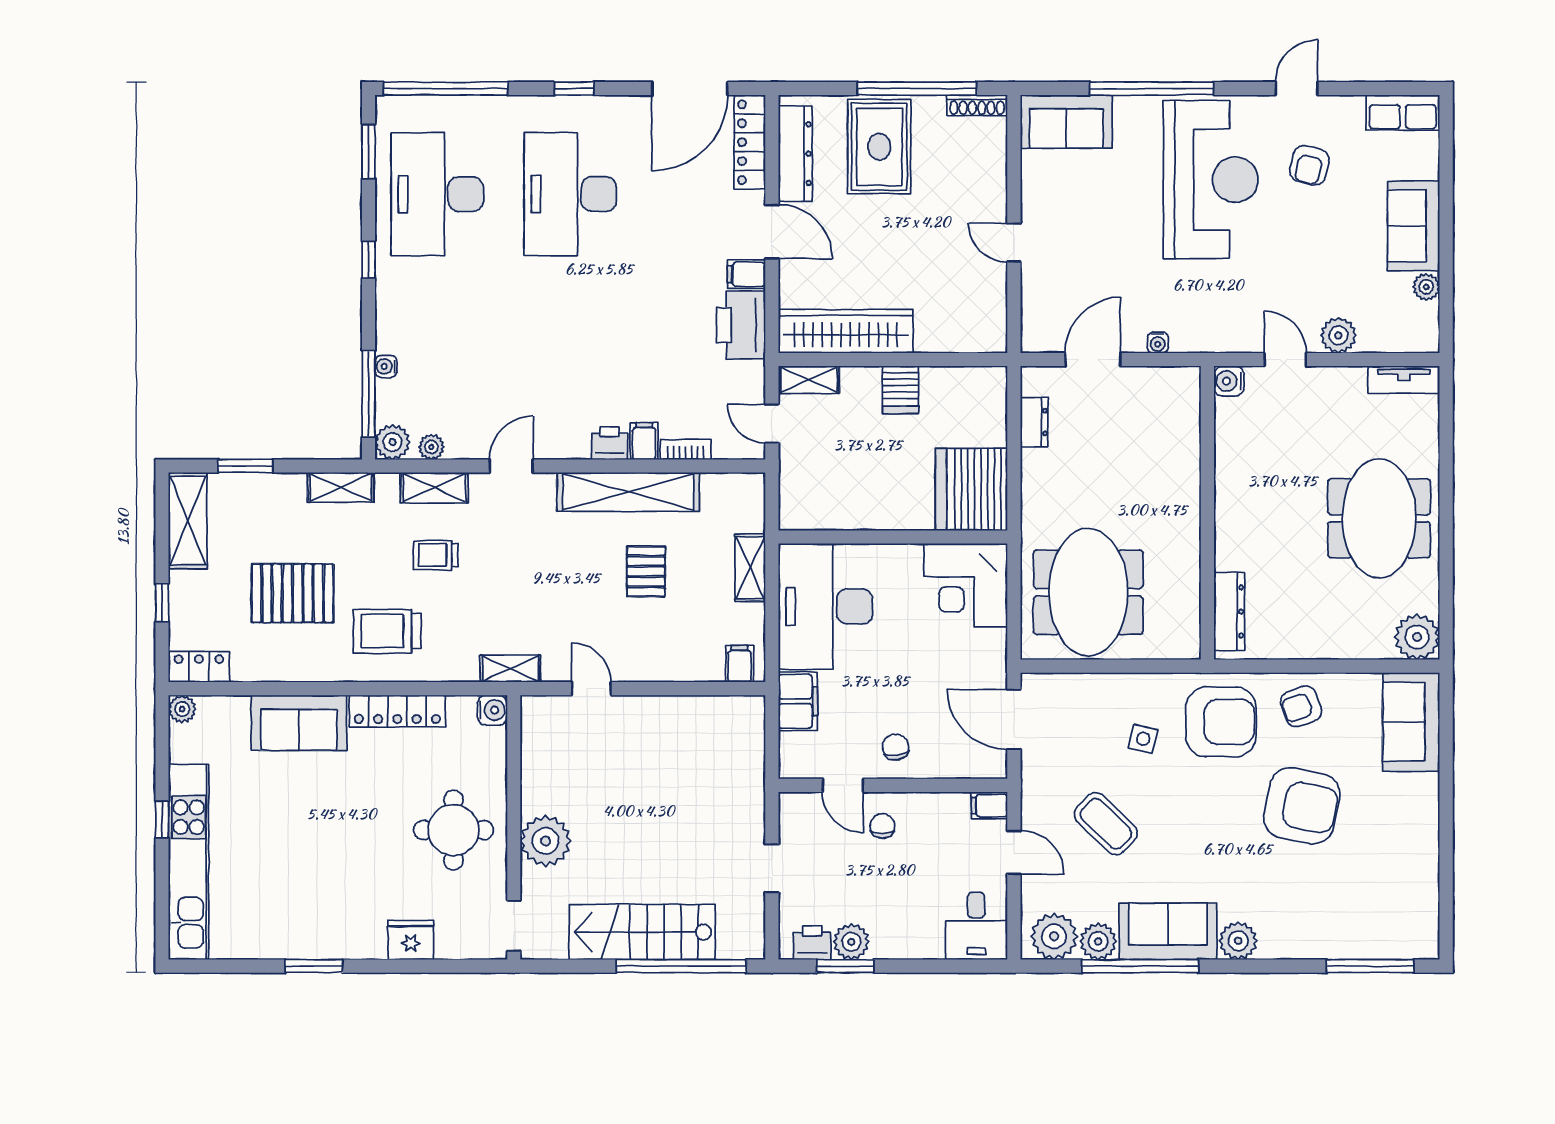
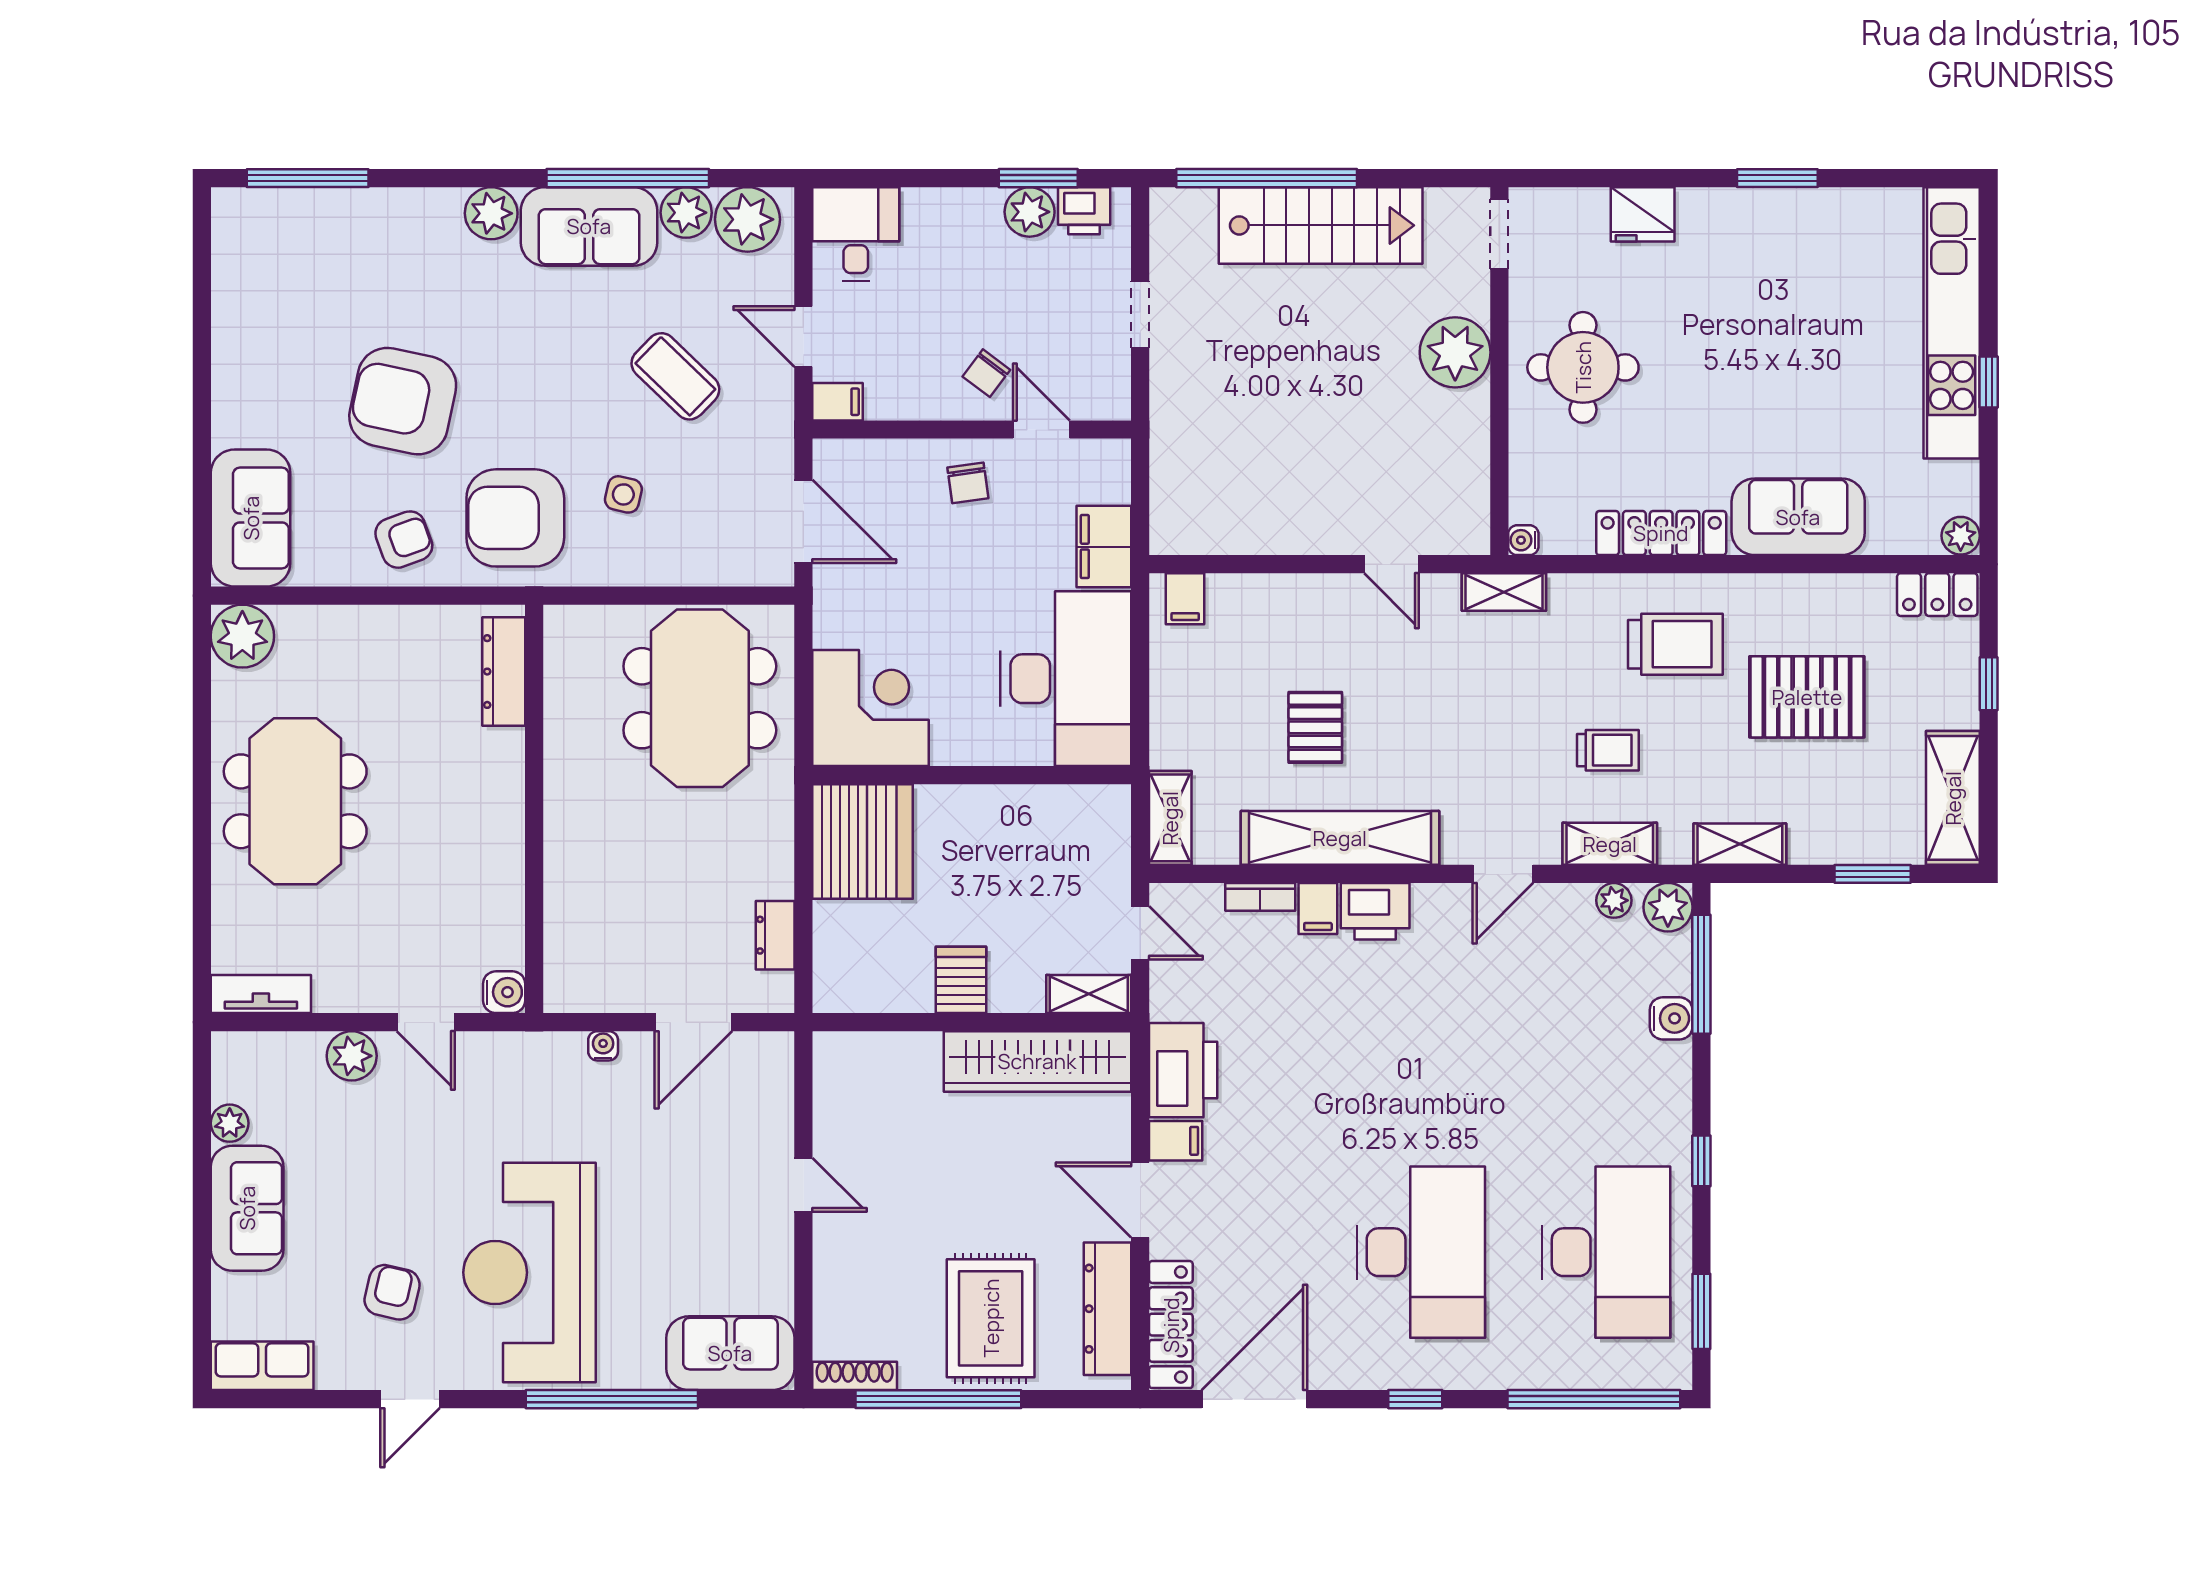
water cooler: (386, 366) -> (1671, 1018), width x1.38, depth x1.38
printer: (610, 443) -> (1375, 911), width x1.36, depth x1.24
shelving: (750, 568) -> (1170, 818), moved
water cooler: (492, 710) -> (1523, 540), width x0.72, depth x0.72
chair: (882, 826) -> (986, 373), turned 37

